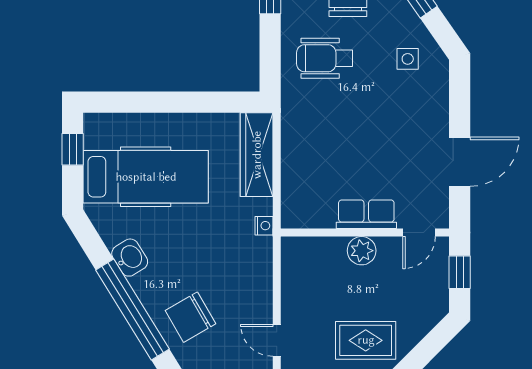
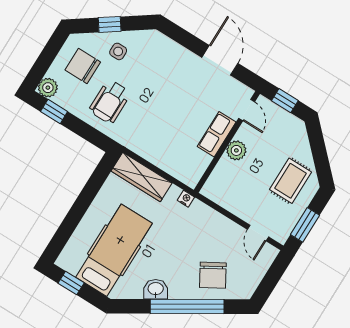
side table: (408, 59) -> (118, 51), moved
door: (277, 340) -> (258, 233), hinge flipped

